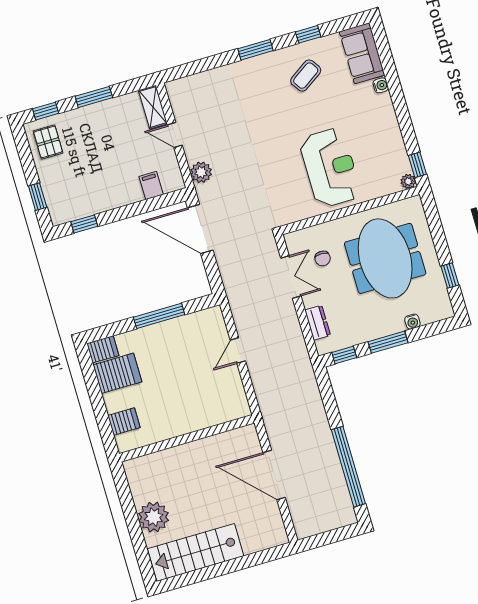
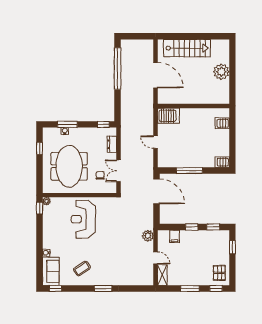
window: (308, 34) -> (55, 289), moved
window: (124, 212) -> (192, 227), added
door: (200, 229) -> (156, 191), moved
window: (388, 342) -> (67, 124), moved
door: (238, 350) -> (155, 142), swing flipped
server rack: (117, 373) -> (168, 116), moved, turned 180
stairs: (196, 552) -> (187, 48), moved

